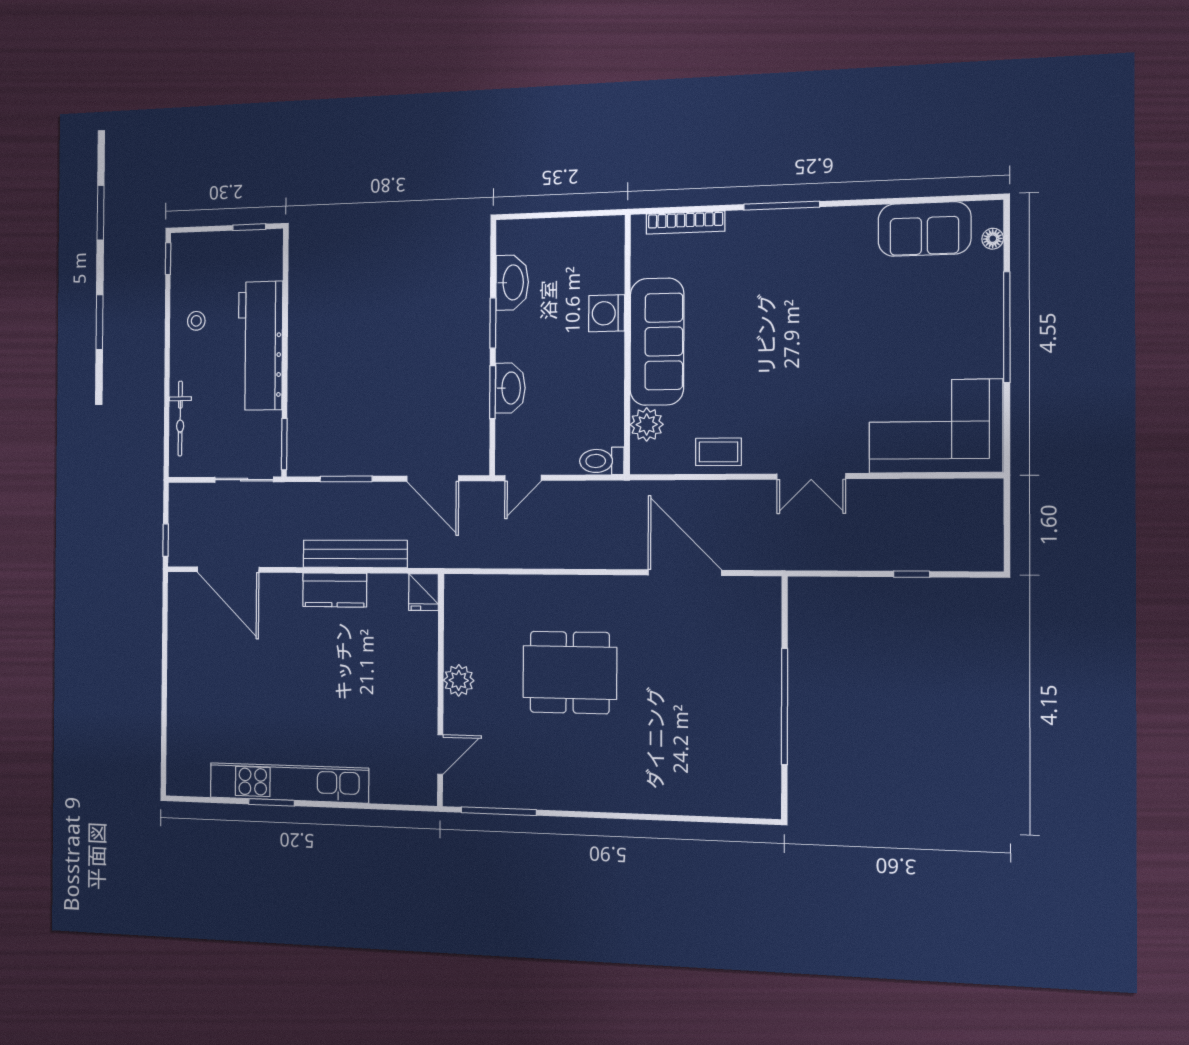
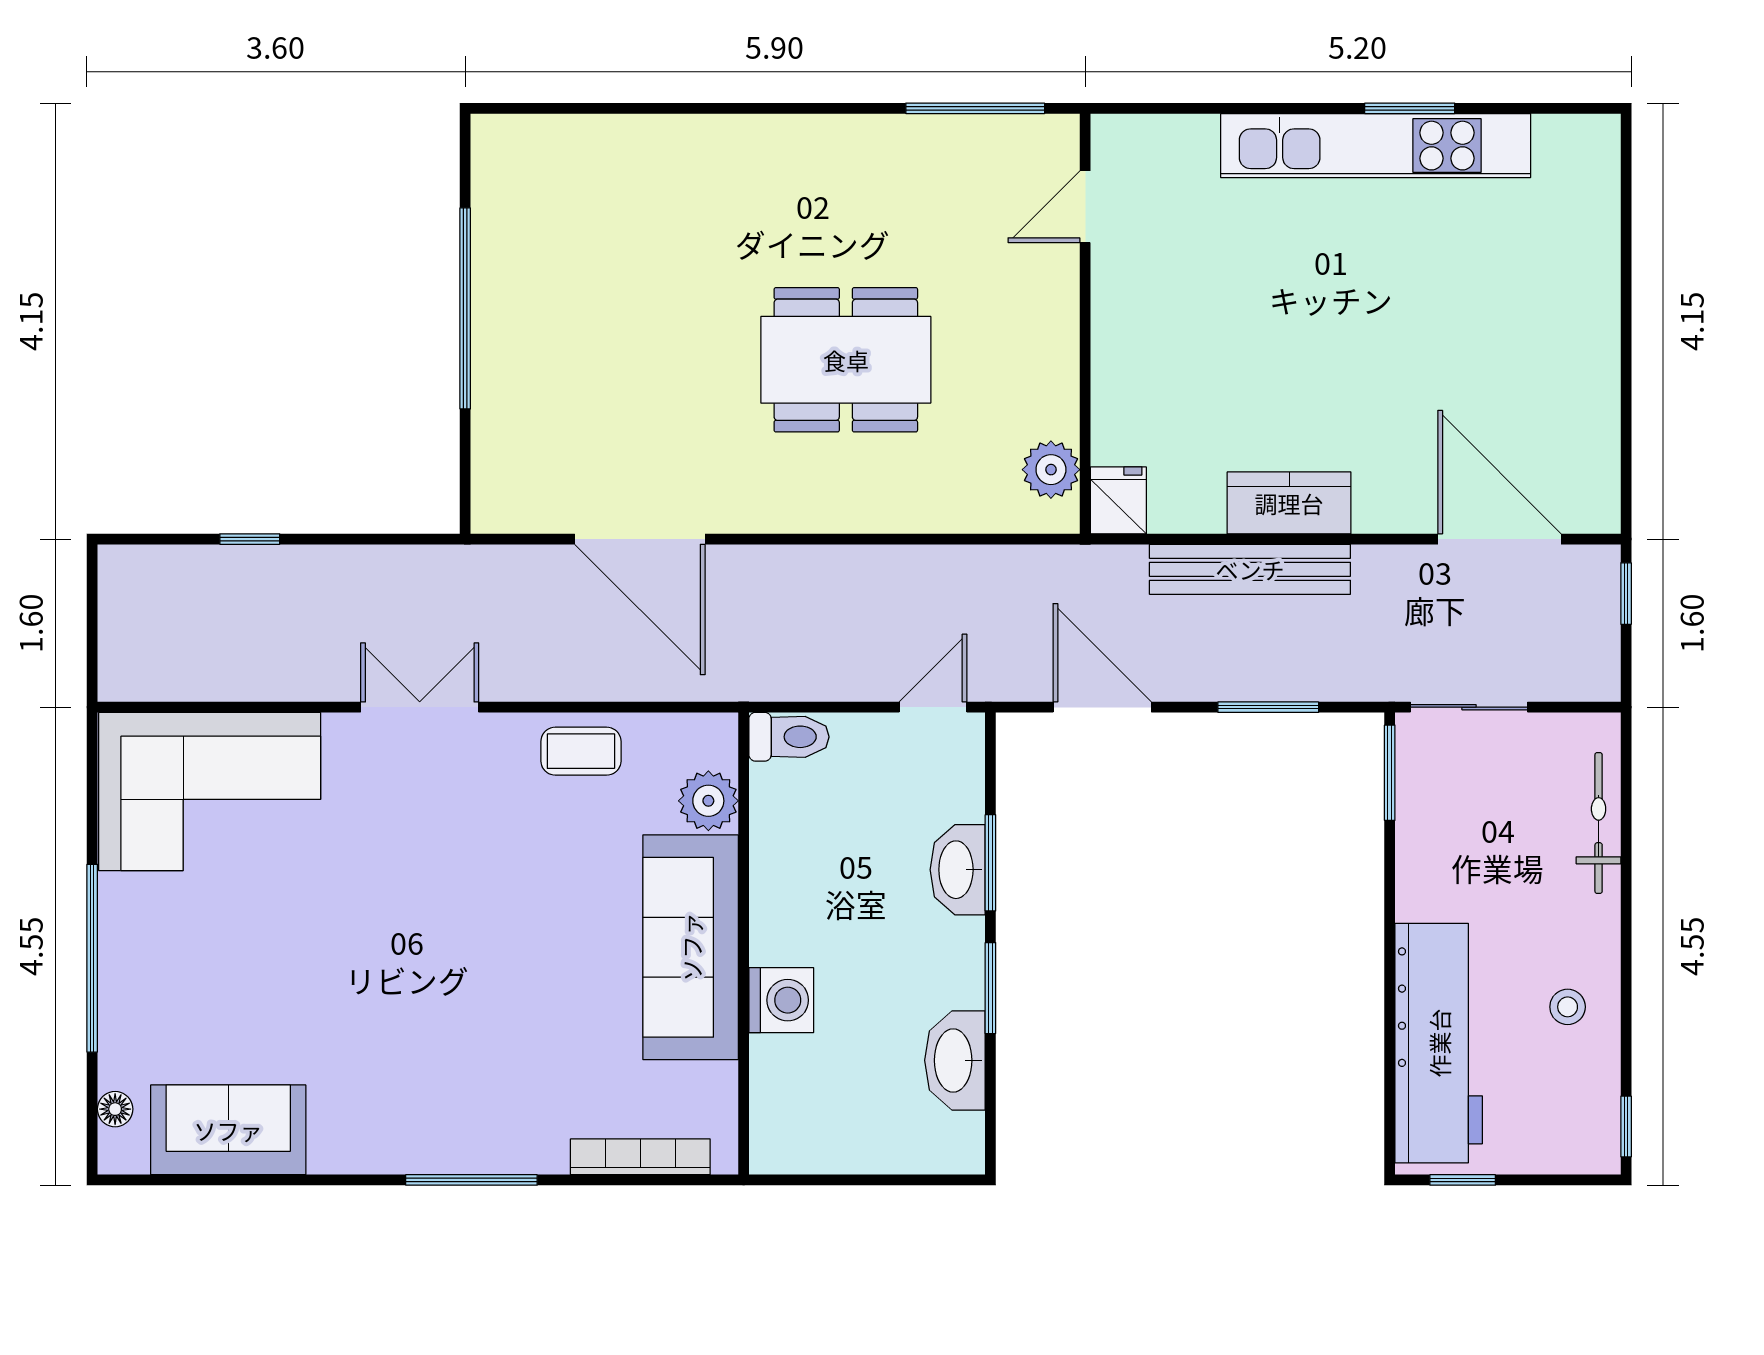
workbench: (260, 346) -> (1439, 1043), moved
plant: (459, 680) -> (1051, 470), moved

